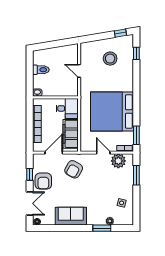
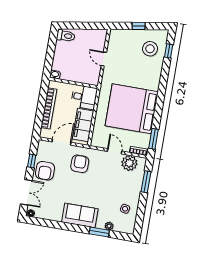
window: (120, 33) -> (139, 26), moved
stool: (110, 59) -> (150, 49), moved
toilet: (41, 70) -> (66, 36), moved
armchair: (74, 169) -> (80, 164), turned 151
sofa: (71, 216) -> (80, 215), moved

